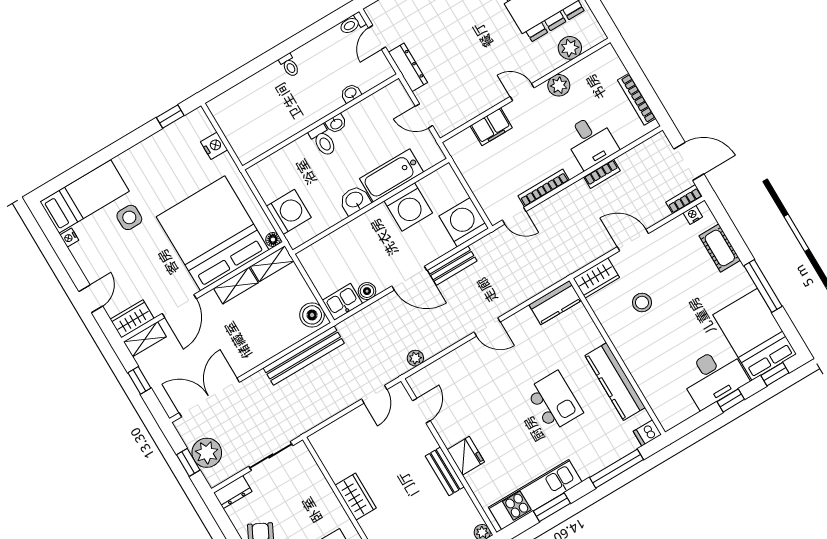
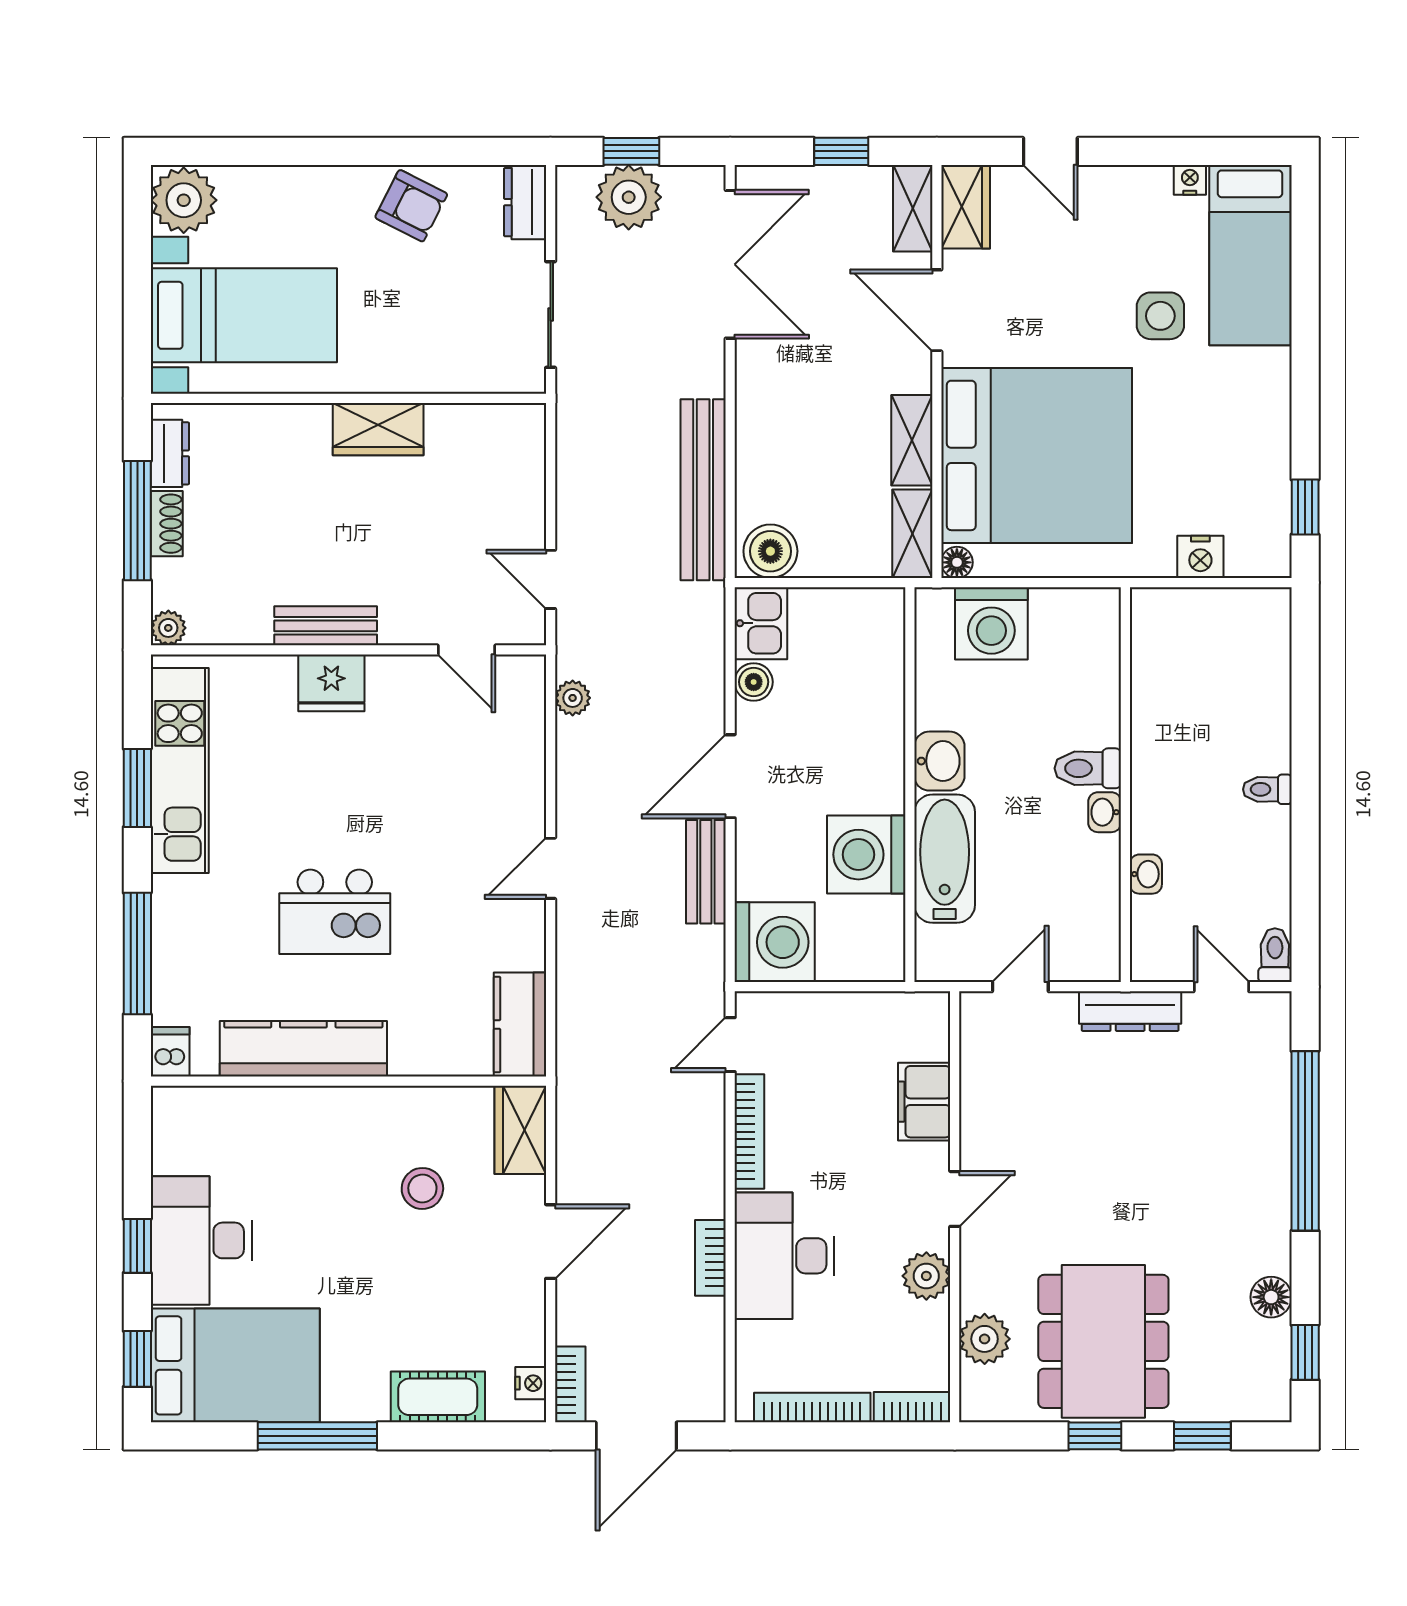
bookcase: (613, 60) -> (912, 1407), added
desk: (591, 141) -> (784, 1256), width x1.37

